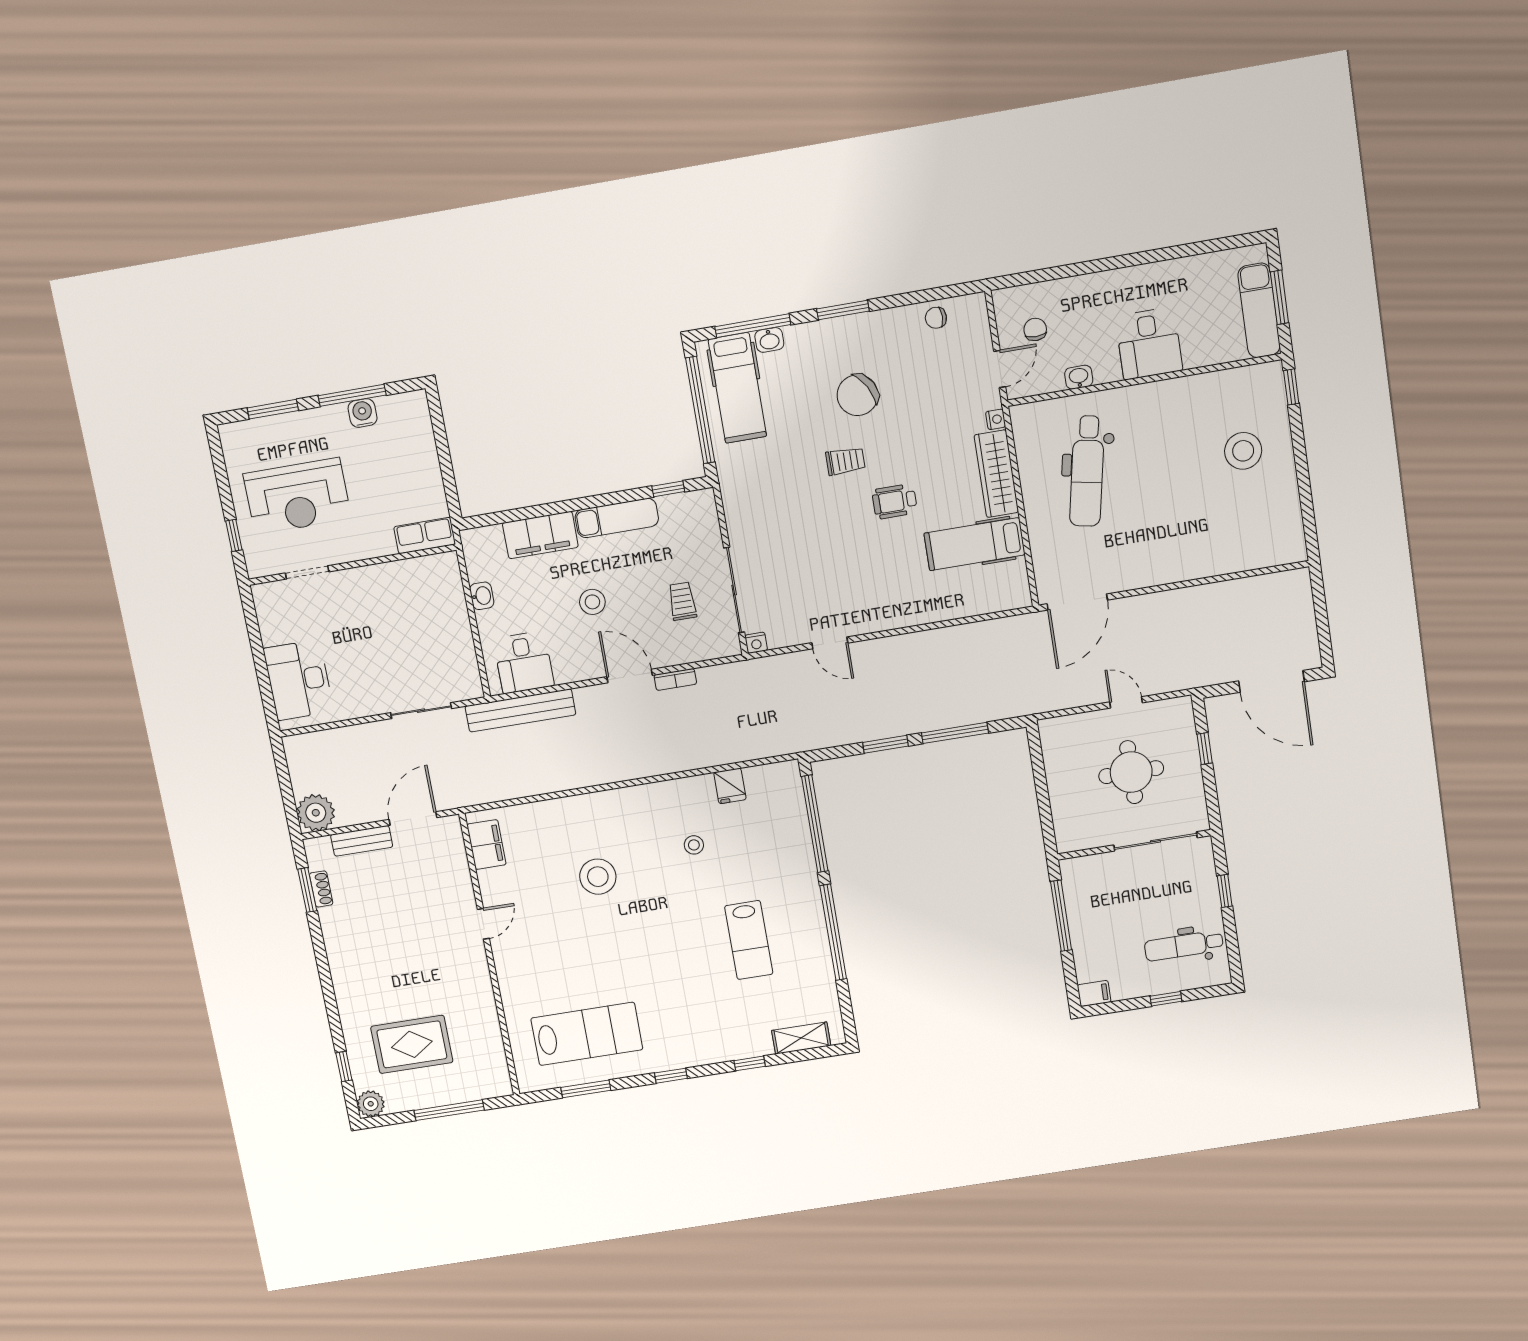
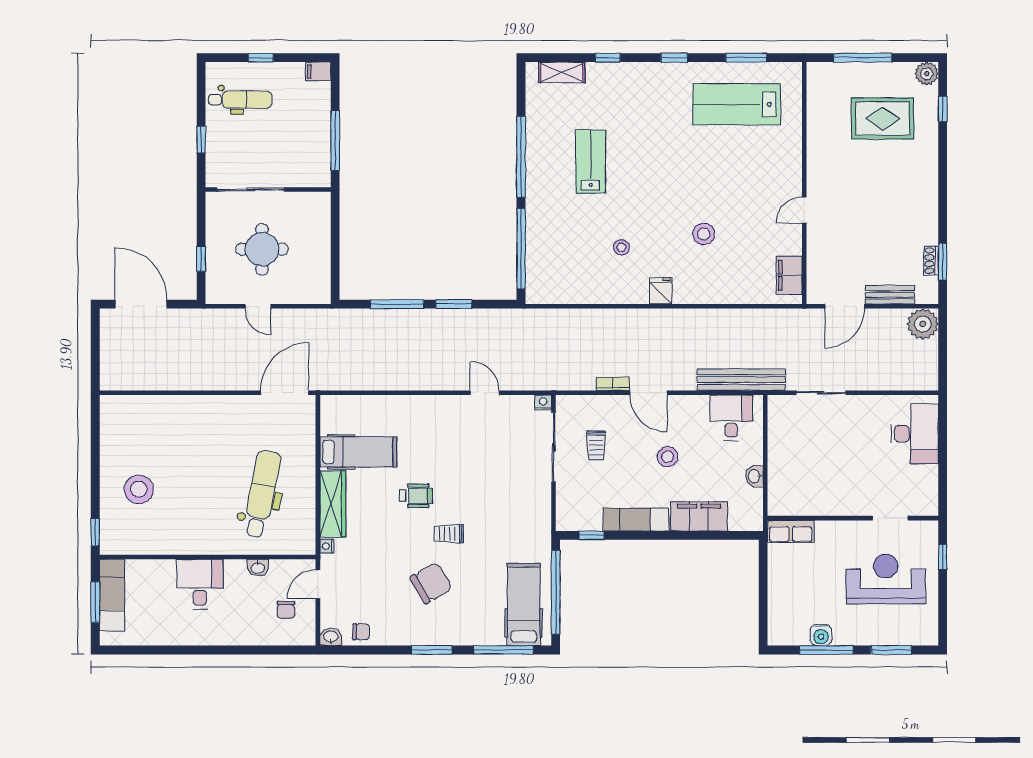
washbasin: (769, 340) -> (331, 637), moved
fridge: (730, 786) -> (660, 291), moved
stool: (598, 877) -> (704, 234), width x0.73, depth x0.73

